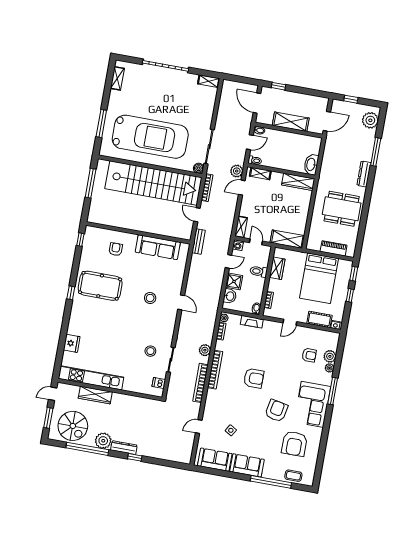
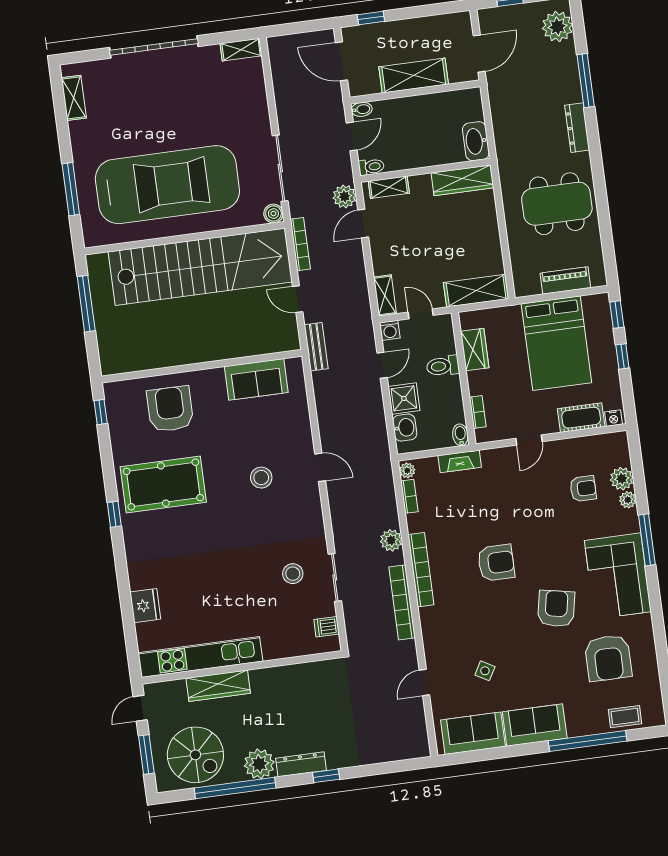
sofa: (158, 247) -> (256, 379), width x0.73
armchair: (116, 249) -> (170, 409), width x1.88, depth x1.88

